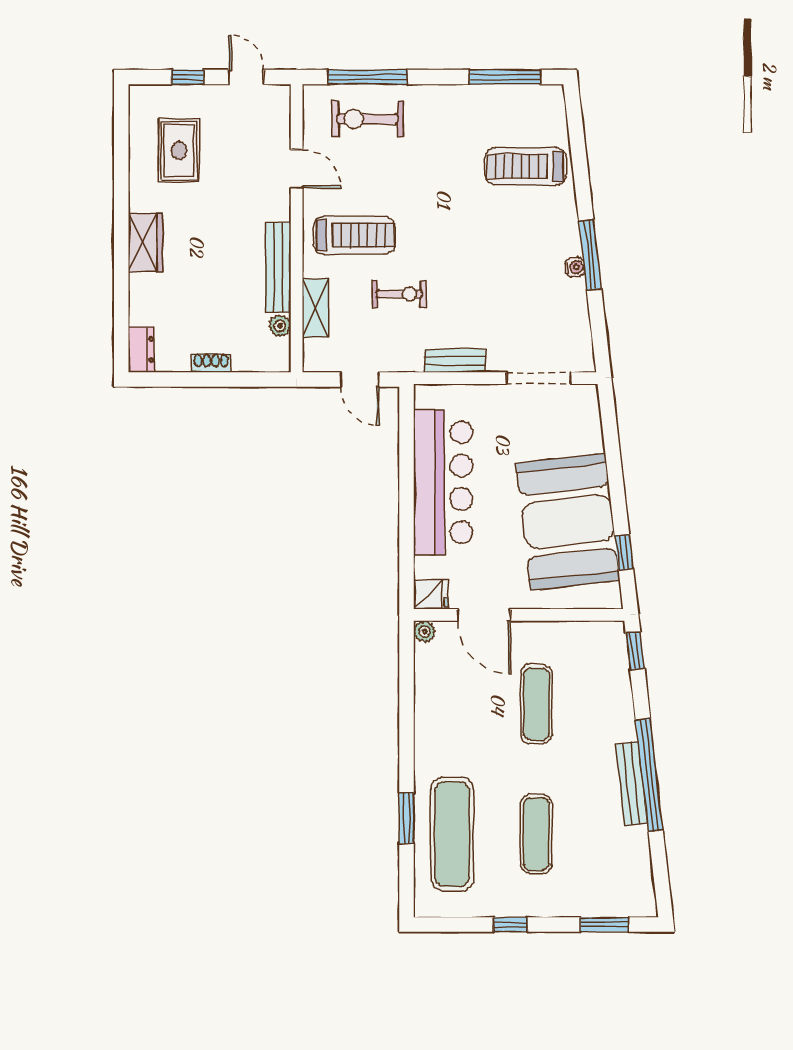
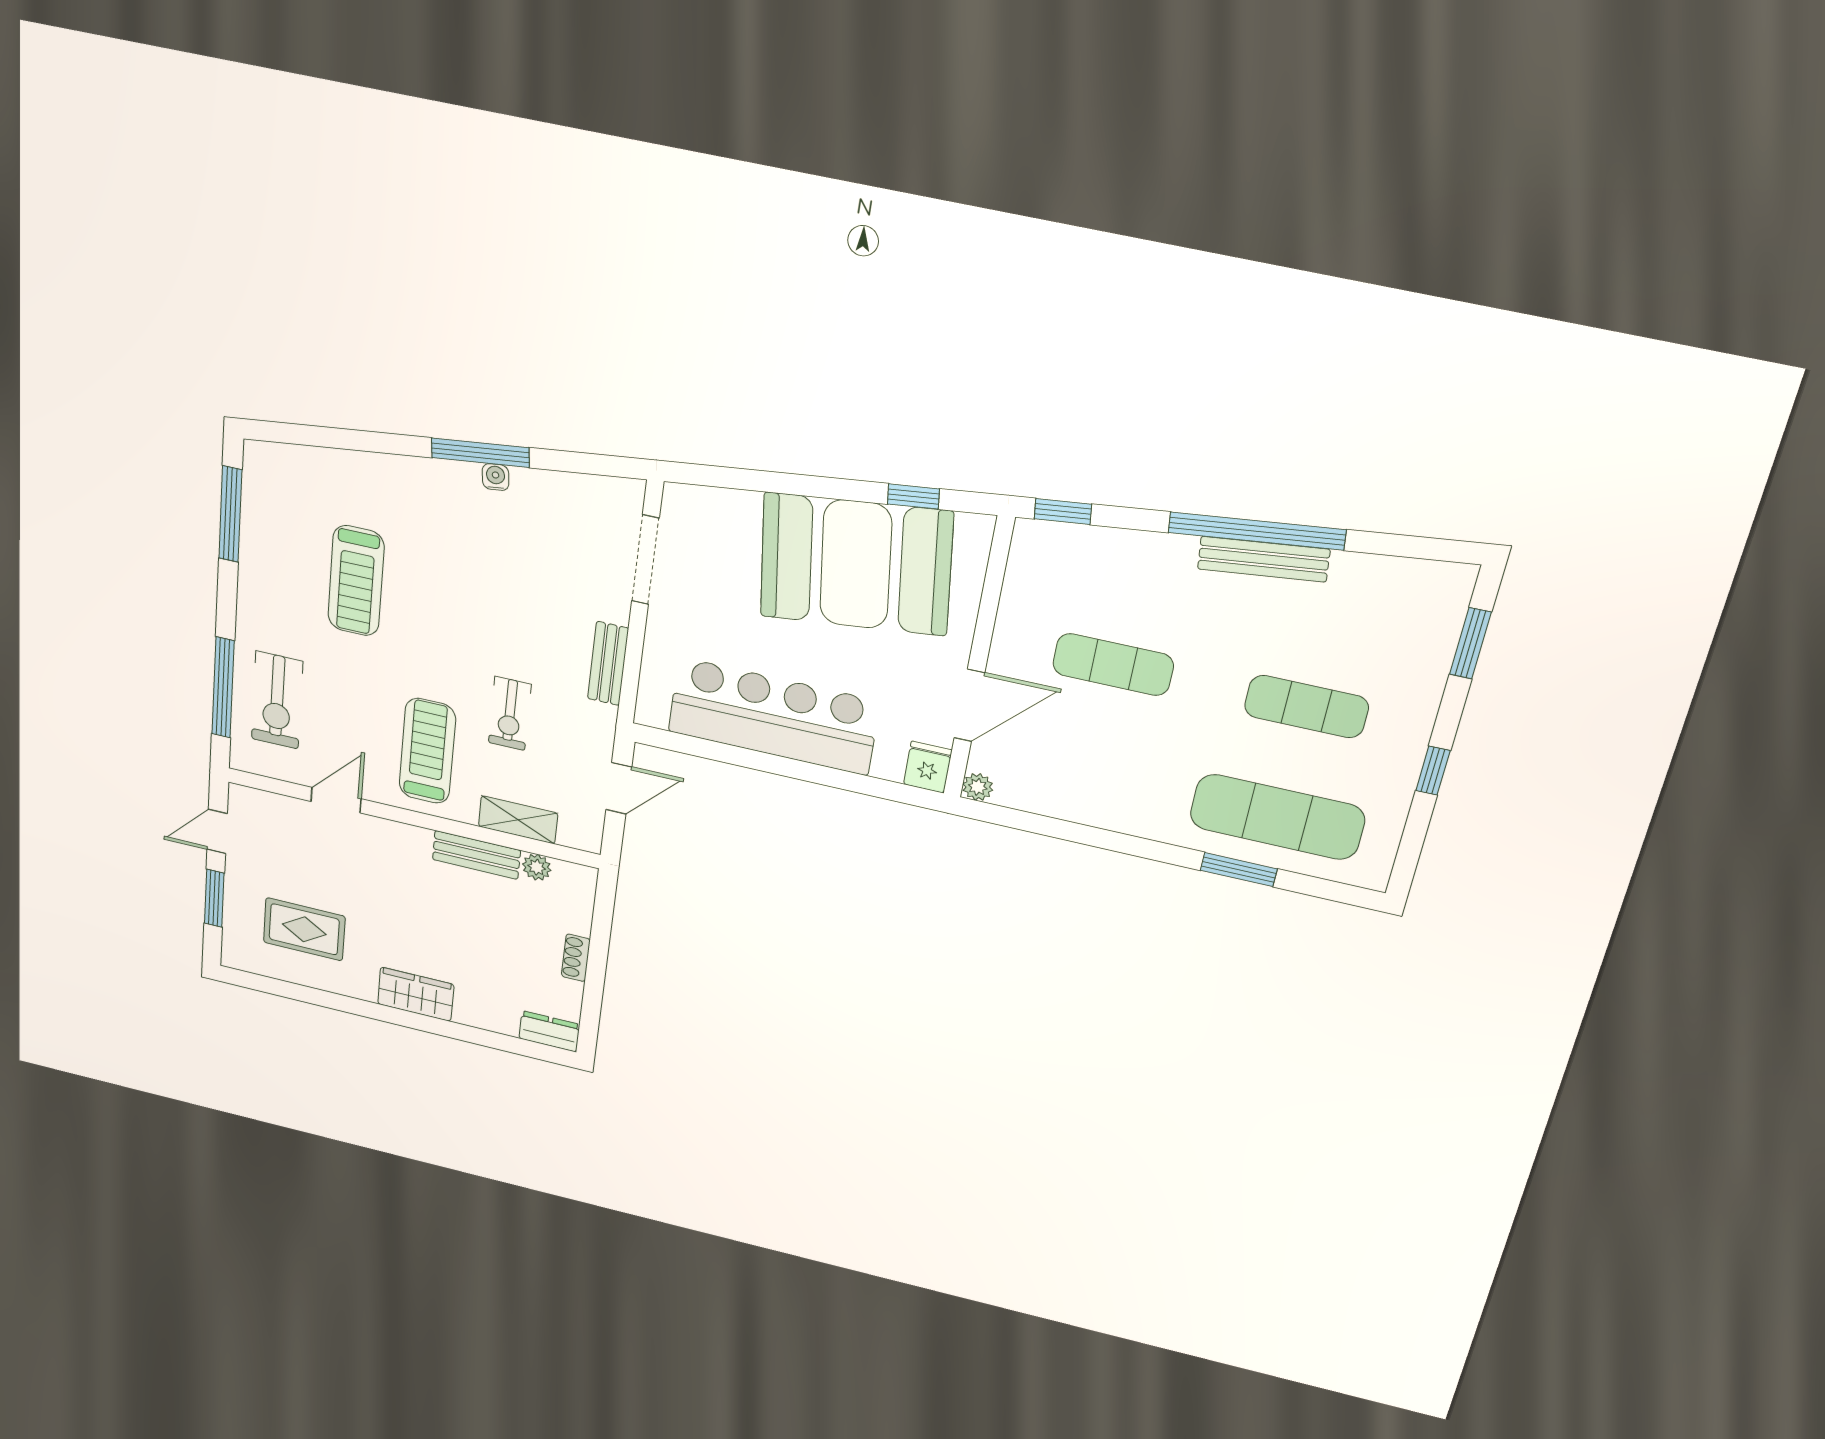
window: (187, 77) -> (214, 898), width x1.50
treadmill: (526, 166) -> (356, 581), moved
bench: (278, 267) -> (476, 855), width x0.73
exercise bike: (399, 294) -> (510, 713), turned 180

